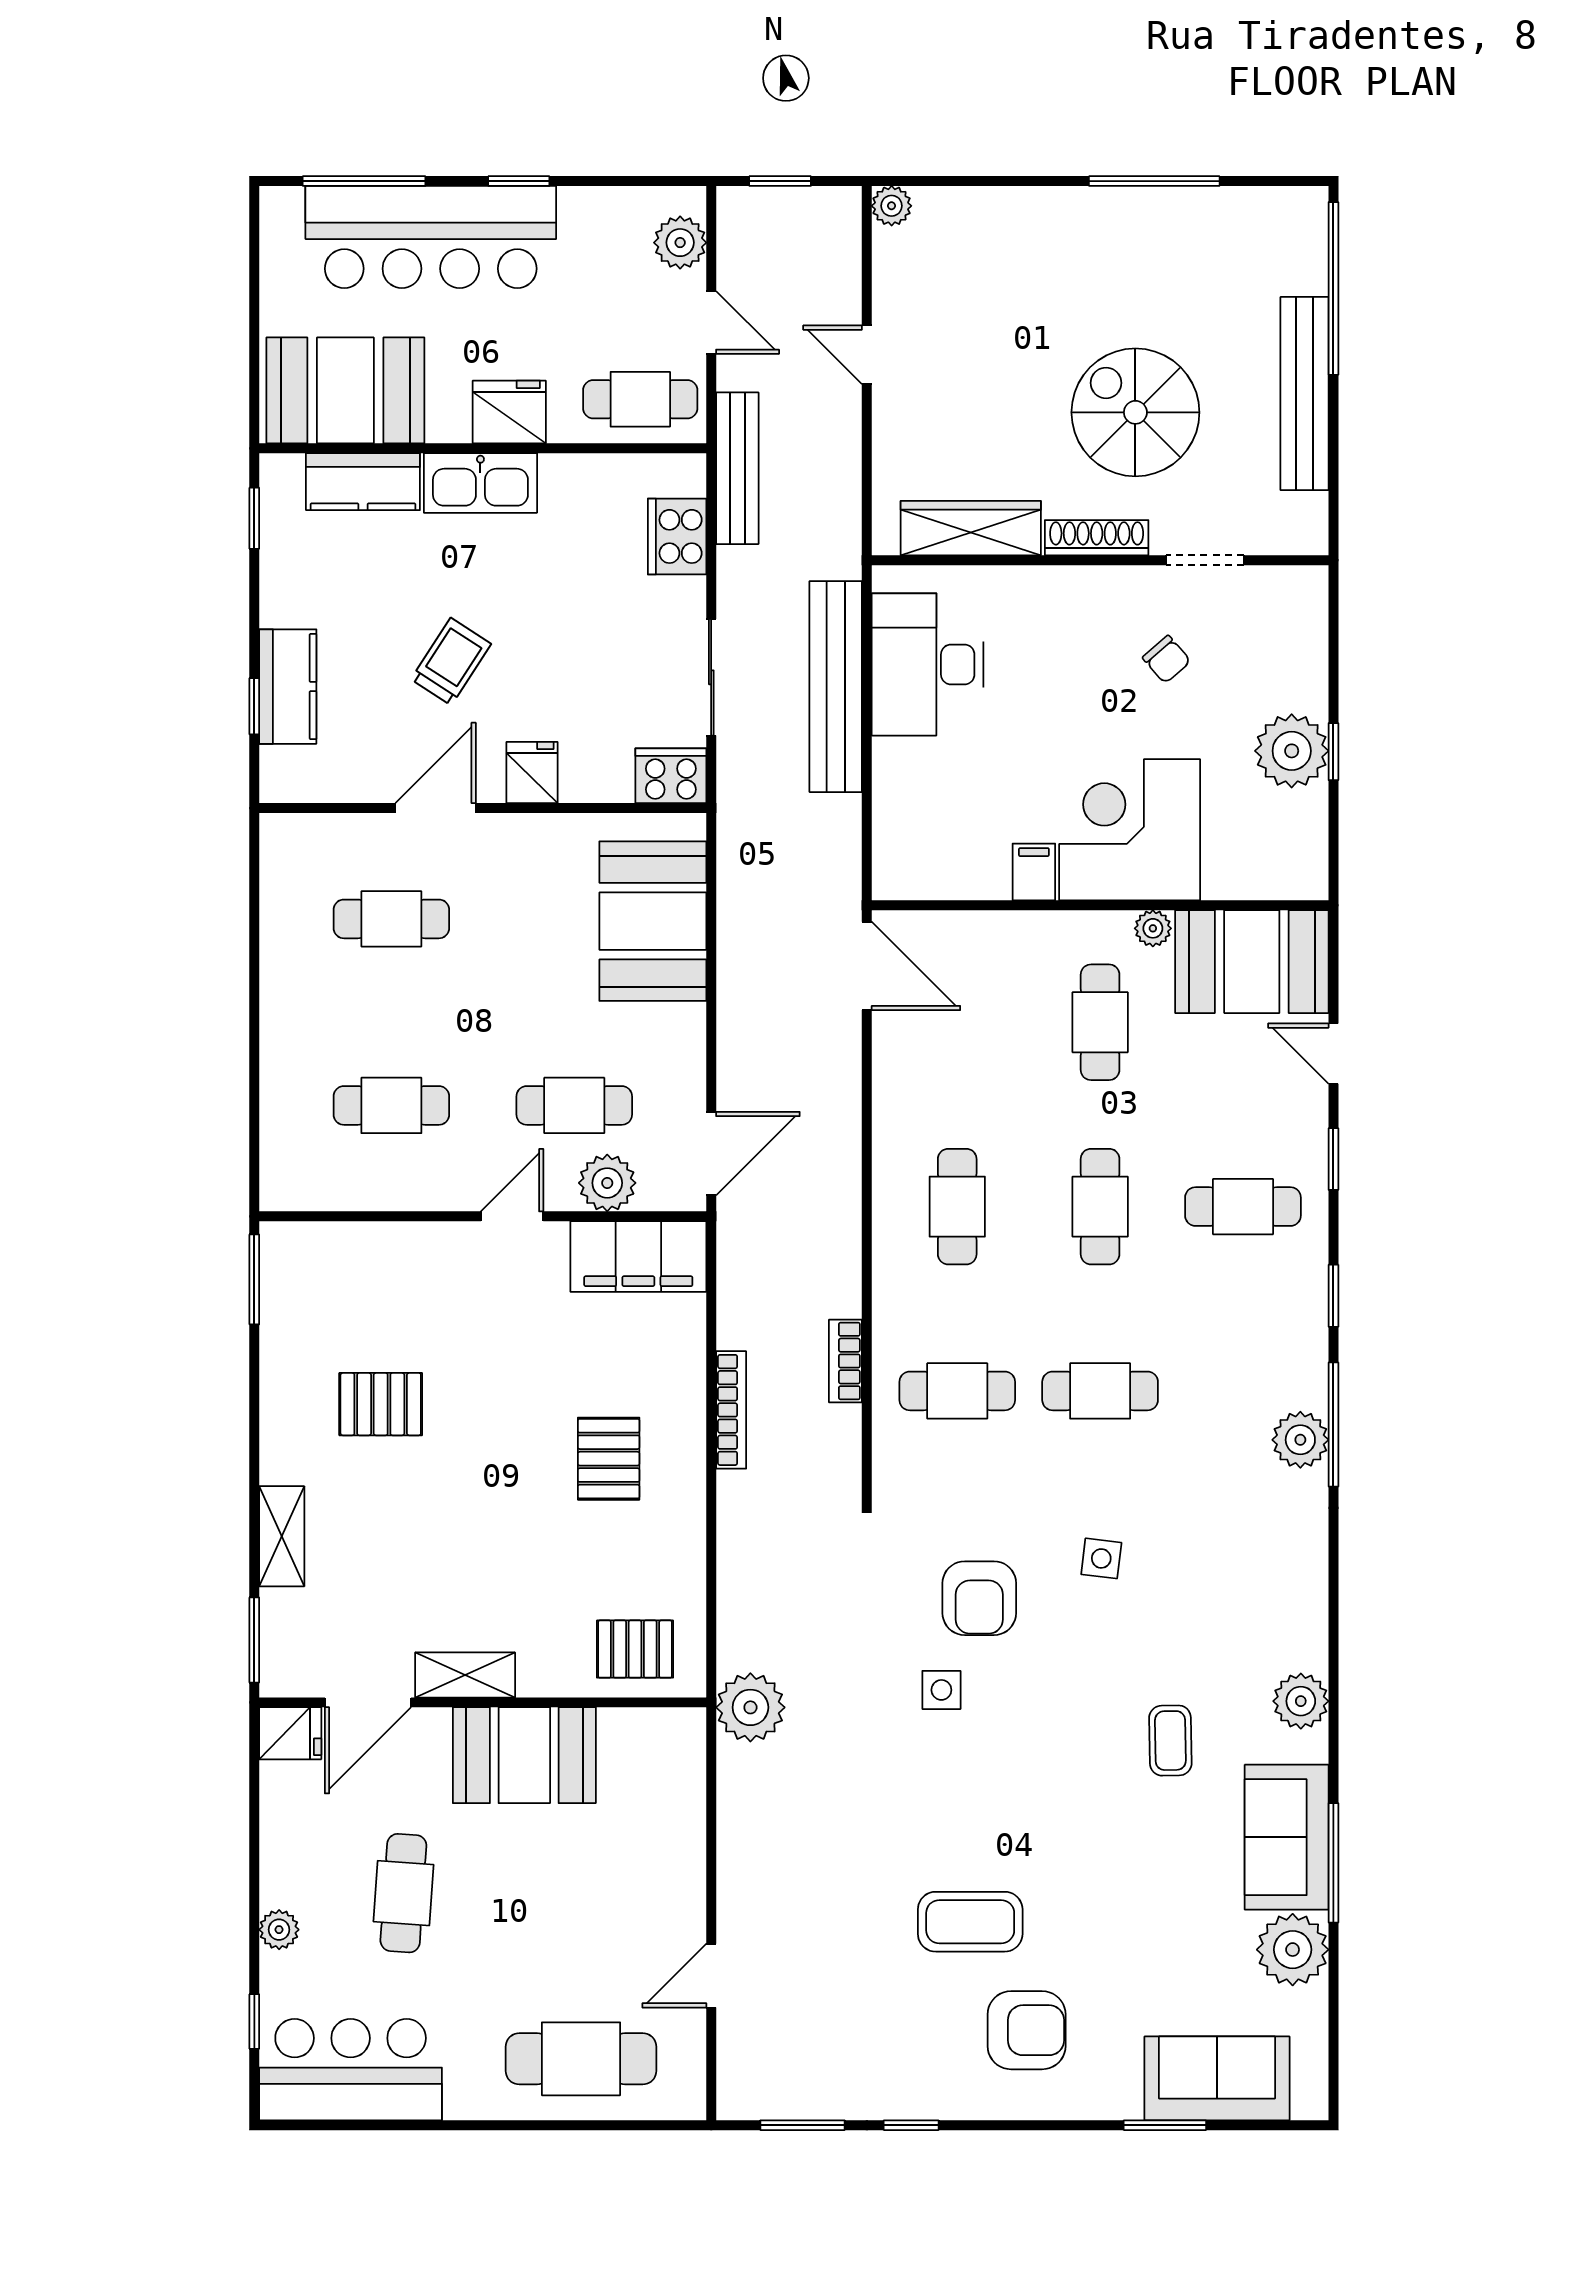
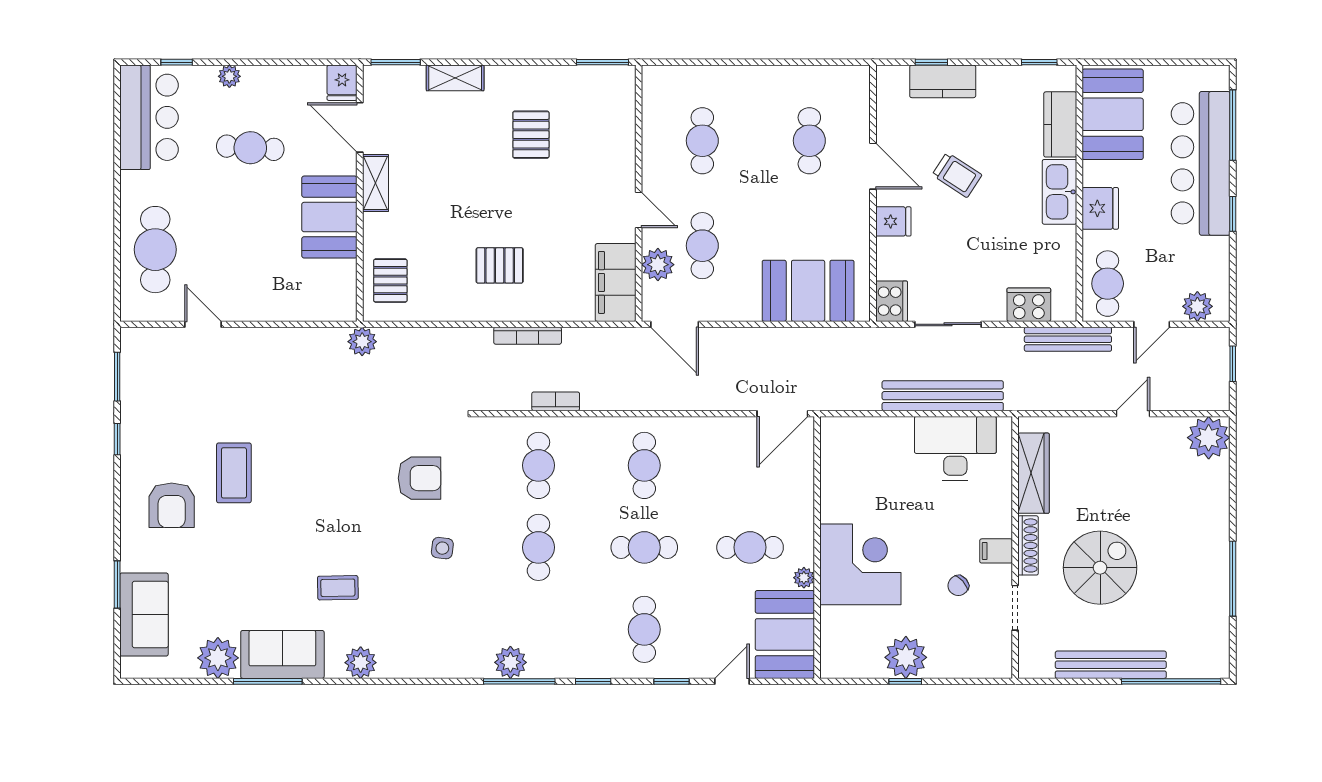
plant: (892, 206) -> (1209, 438), width x1.87, depth x1.87
filing cabinet: (1034, 872) -> (996, 551), moved, turned 180
cafe table: (957, 1207) -> (644, 465), turned 90
armchair: (979, 1598) -> (420, 478), turned 180
side table: (941, 1690) -> (367, 456), removed
plant: (750, 1707) -> (362, 342), width x0.73, depth x0.73

